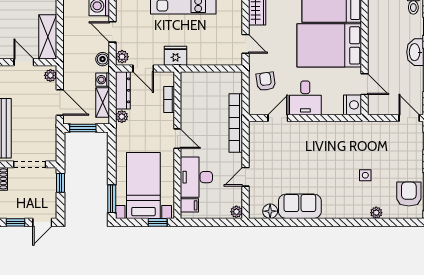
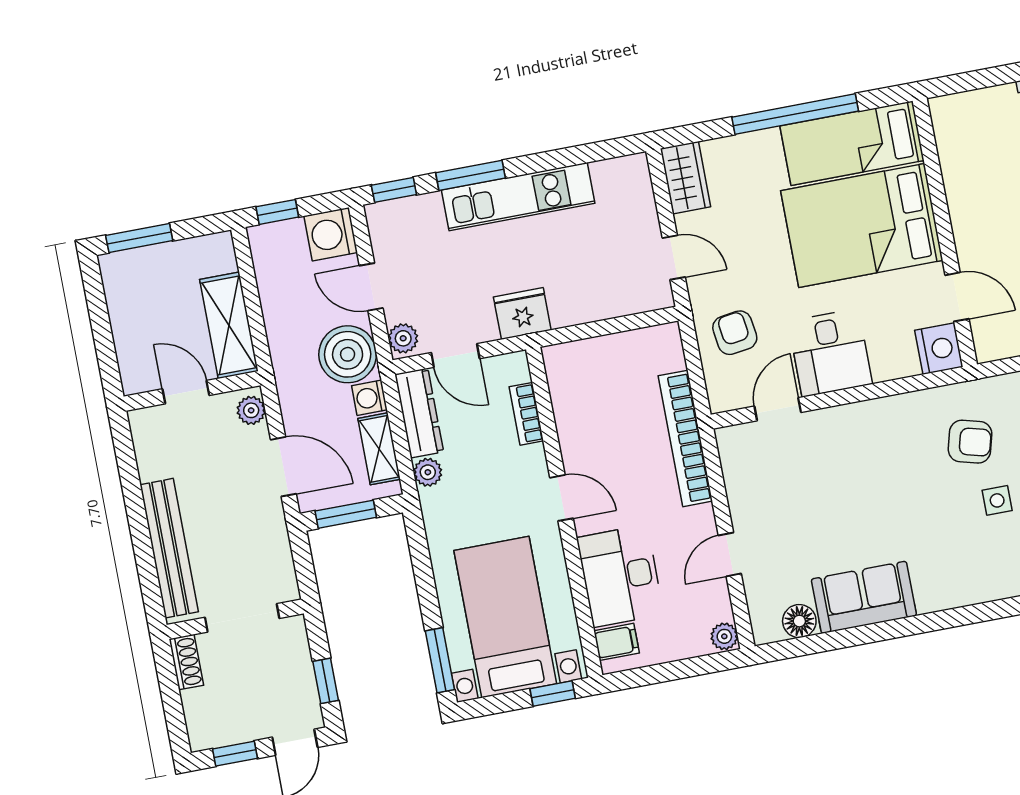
boiler: (103, 59) -> (348, 354), width x1.86, depth x1.86
armchair: (358, 148) -> (970, 442), added
window: (61, 183) -> (326, 681), moved

